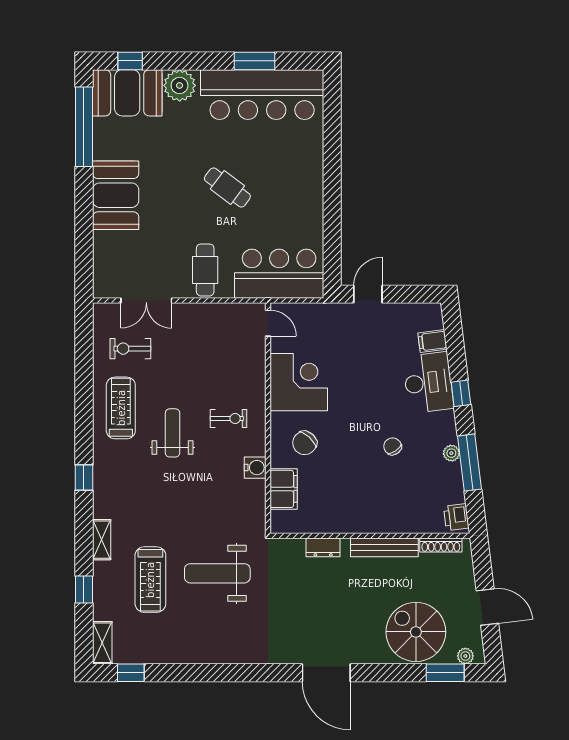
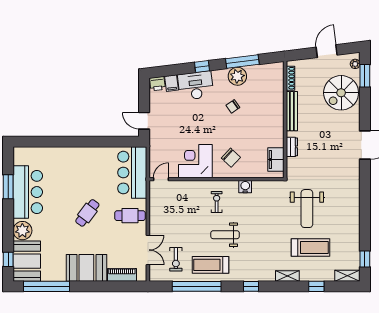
bar counter: (262, 95) -> (28, 192), width x0.73
cafe table: (227, 187) -> (87, 213), moved
piano: (104, 256) -> (122, 275), added
window: (84, 384) -> (197, 286), added
plant: (451, 453) -> (237, 76), width x1.87, depth x1.87
filing cabinet: (284, 489) -> (276, 160), moved, turned -90
printer: (456, 517) -> (157, 84), moved

